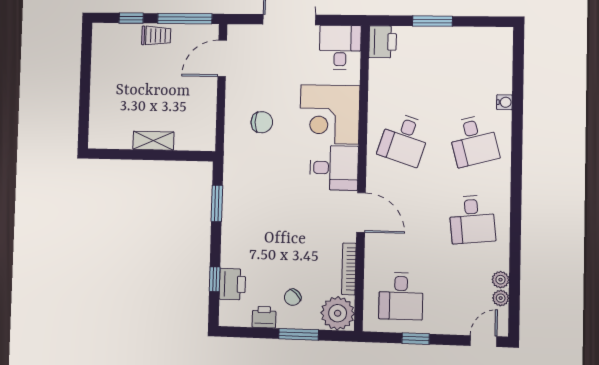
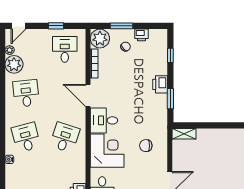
shelving: (153, 141) -> (184, 134), moved
plant: (500, 280) -> (14, 64), width x1.88, depth x1.88
printer: (232, 284) -> (160, 84), moved

